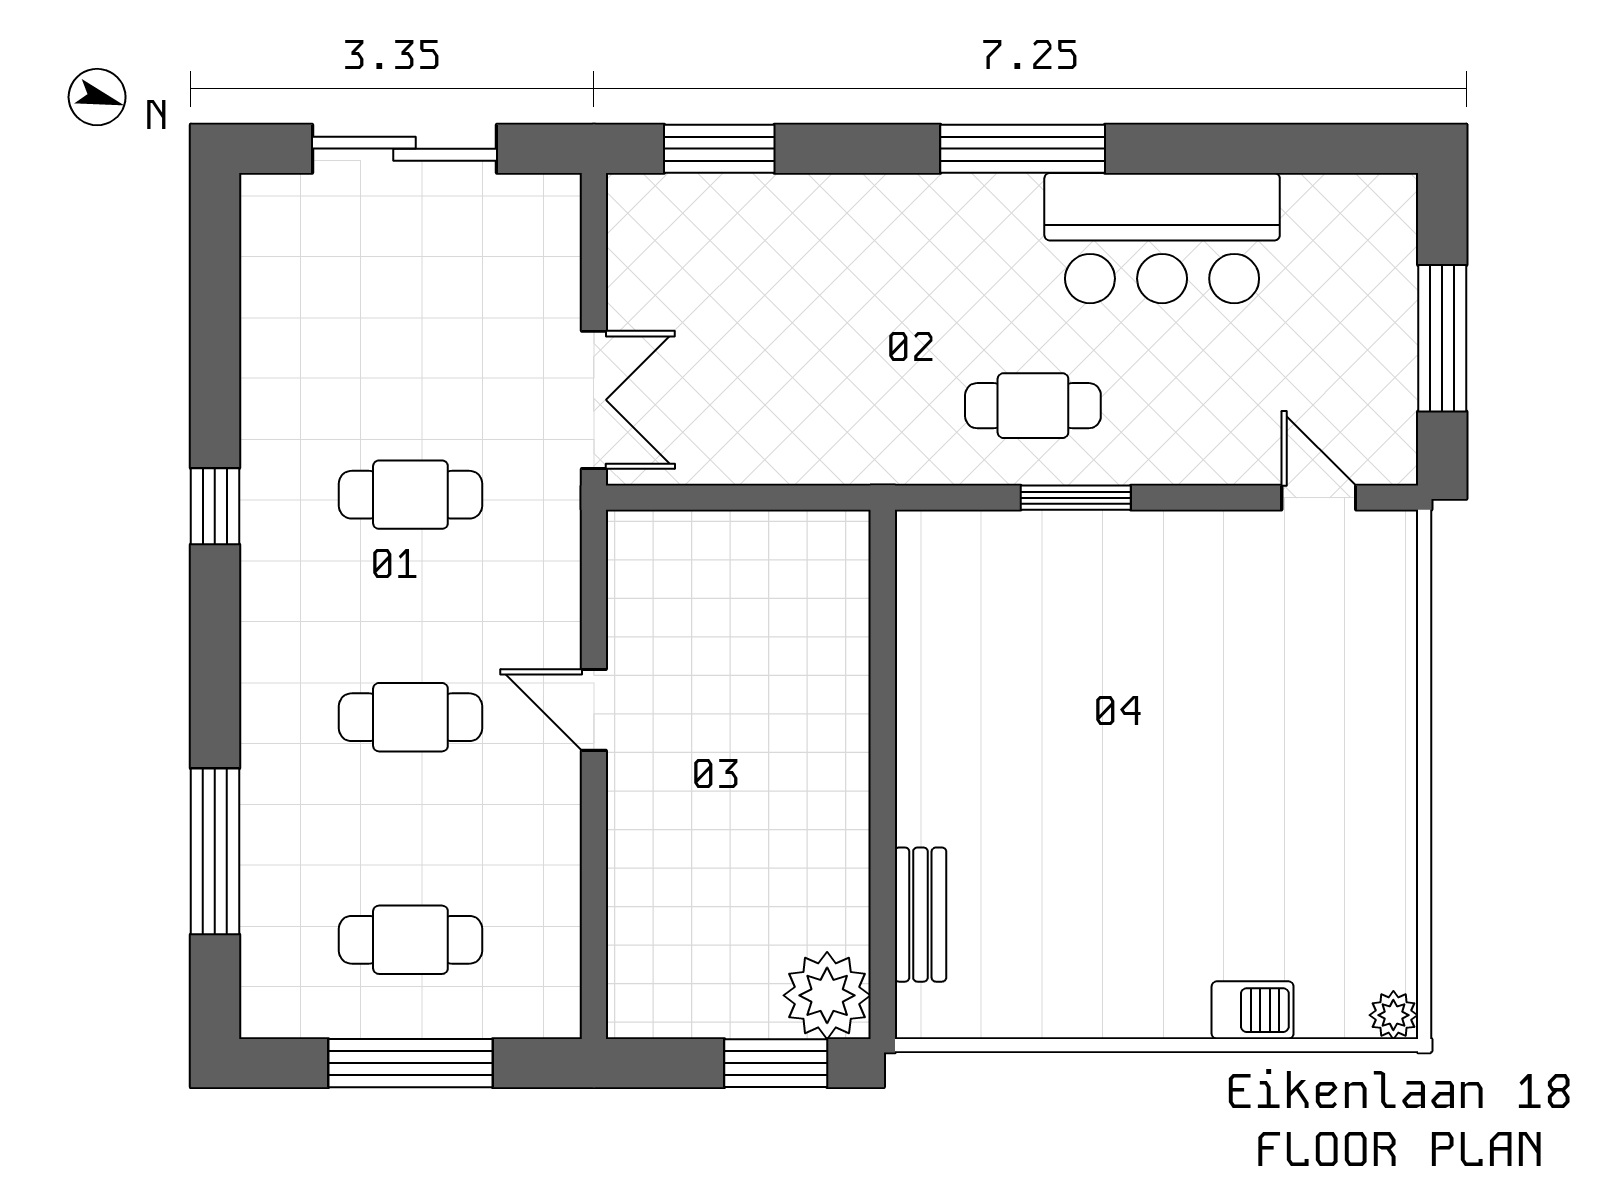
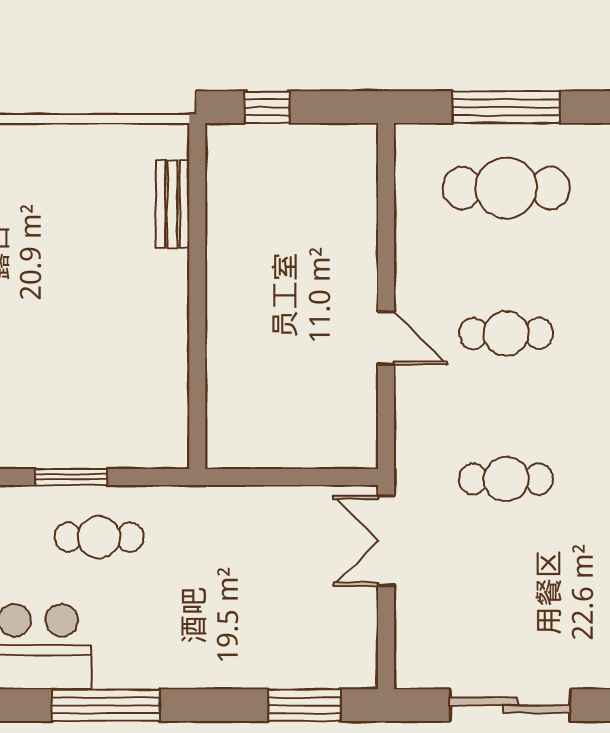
cafe table: (410, 940) -> (506, 188), width x1.37, depth x1.35
plant: (827, 995) -> (234, 152), removed
window: (776, 1063) -> (267, 107), width x0.67

